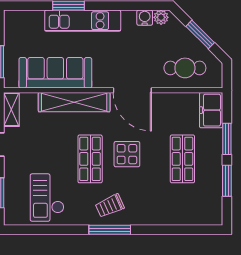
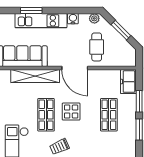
water cooler: (145, 18) -> (73, 19), moved
cafe table: (185, 68) -> (97, 47), moved, turned 90

